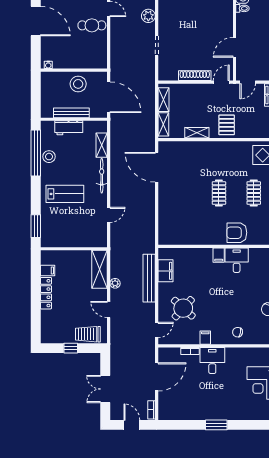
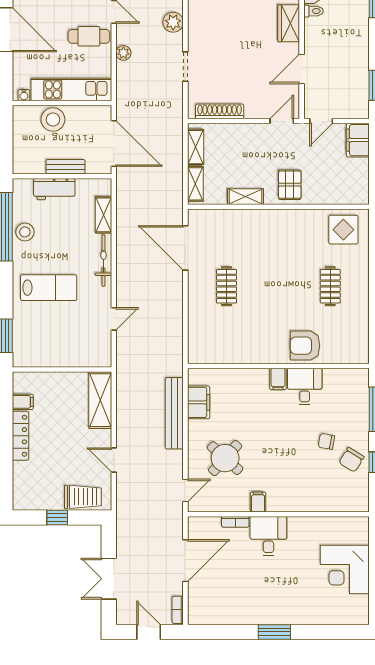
wardrobe: (226, 17) -> (289, 23), added
kitchen unit: (80, 61) -> (71, 90), added
shoe rack: (195, 76) -> (220, 111), moved
stool: (78, 84) -> (53, 120), moved
bench: (71, 113) -> (65, 167), width x0.73
clothes rail: (219, 193) -> (227, 286), moved
plant: (115, 283) -> (123, 53), moved
chair: (238, 332) -> (326, 441), moved
trolley: (88, 334) -> (83, 497), turned 180

